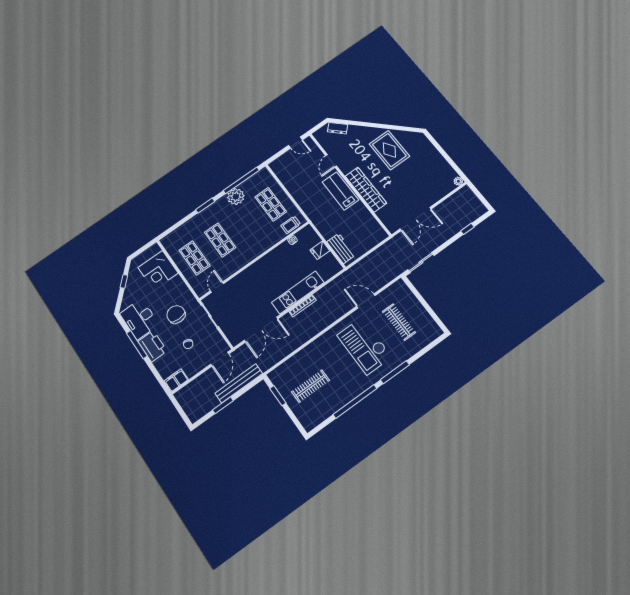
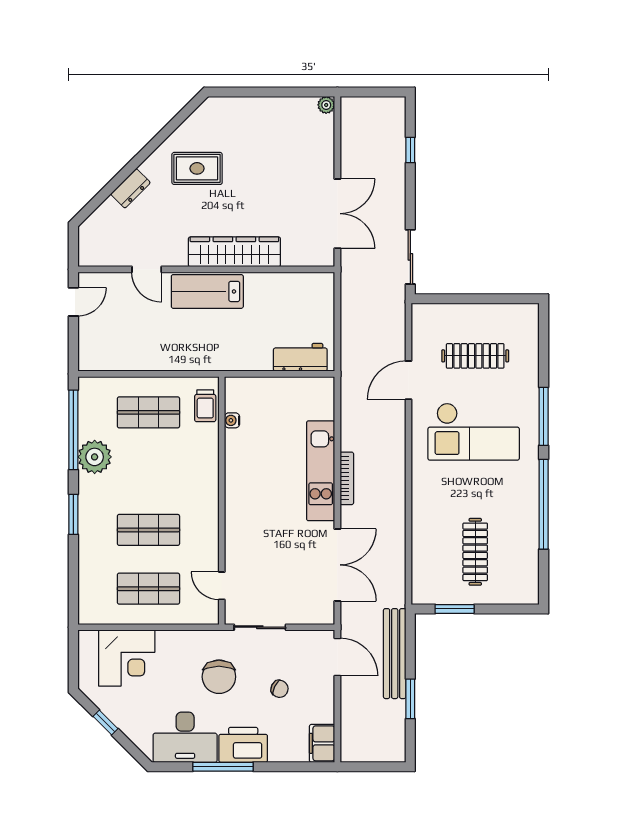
dresser: (338, 128) -> (130, 188), moved
rug: (389, 150) -> (197, 168), width x0.73, depth x0.70
fridge: (320, 250) -> (279, 391), removed
chair: (176, 314) -> (219, 677), turned -90

